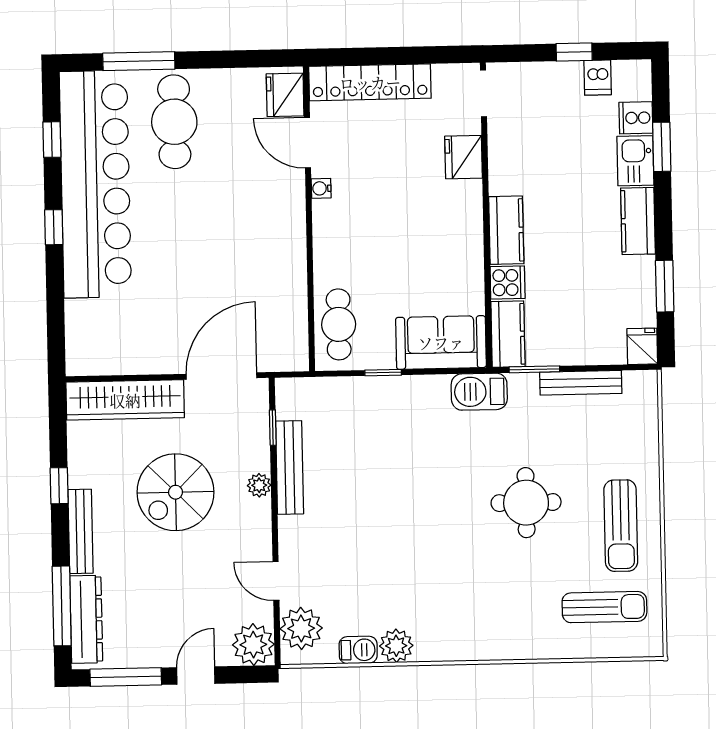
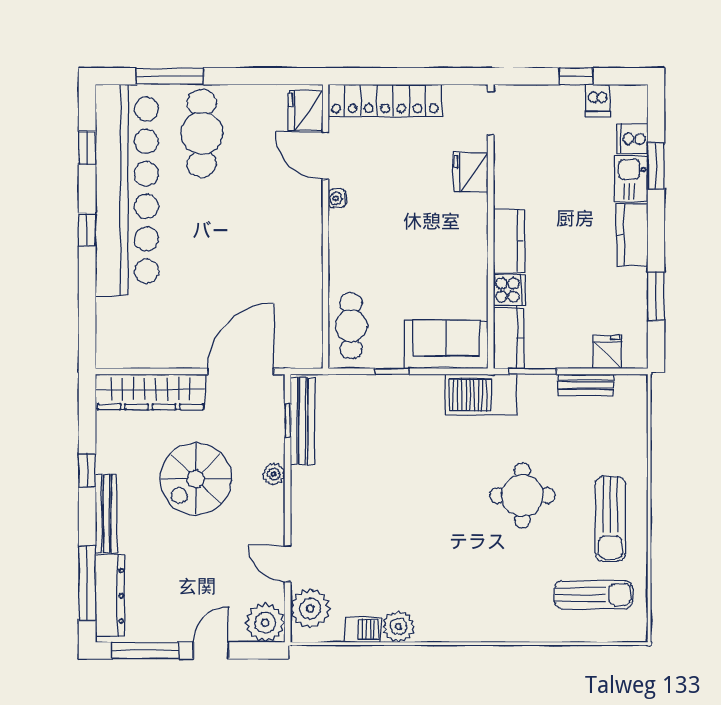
fridge: (642, 346) -> (608, 352), moved
bench: (581, 383) -> (586, 385), width x0.73
barbecue: (479, 392) -> (481, 395), width x1.37, depth x1.21
bench: (290, 467) -> (302, 421), moved

